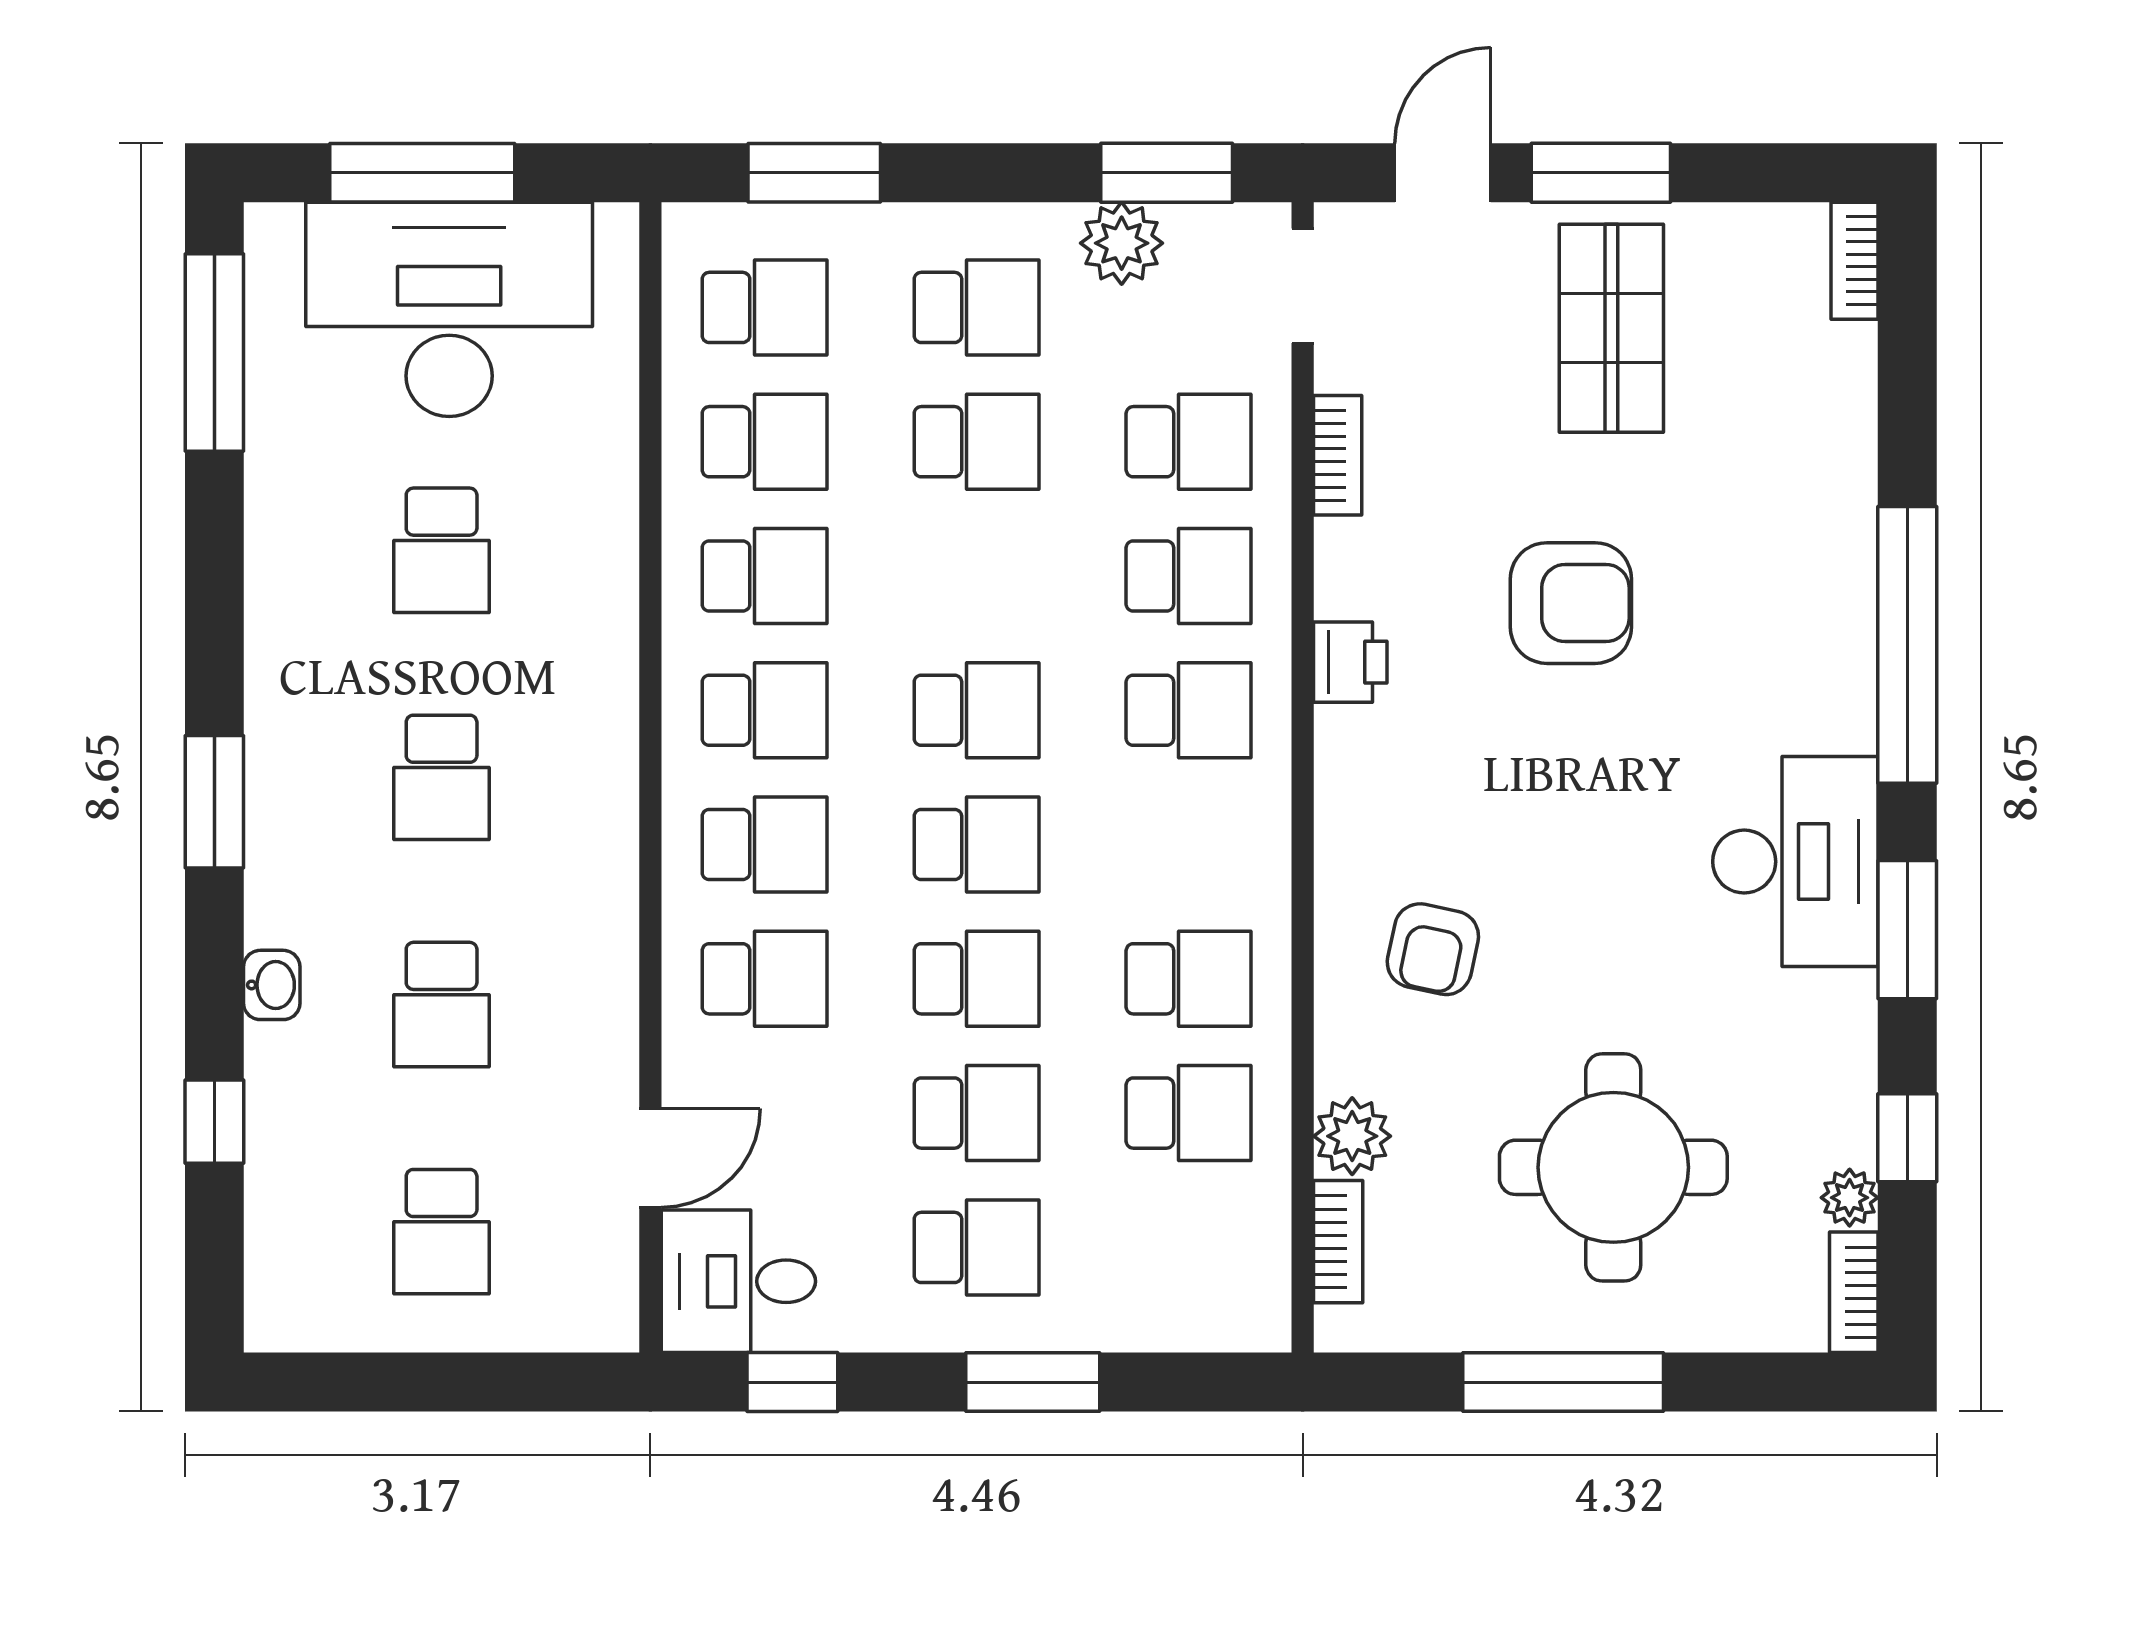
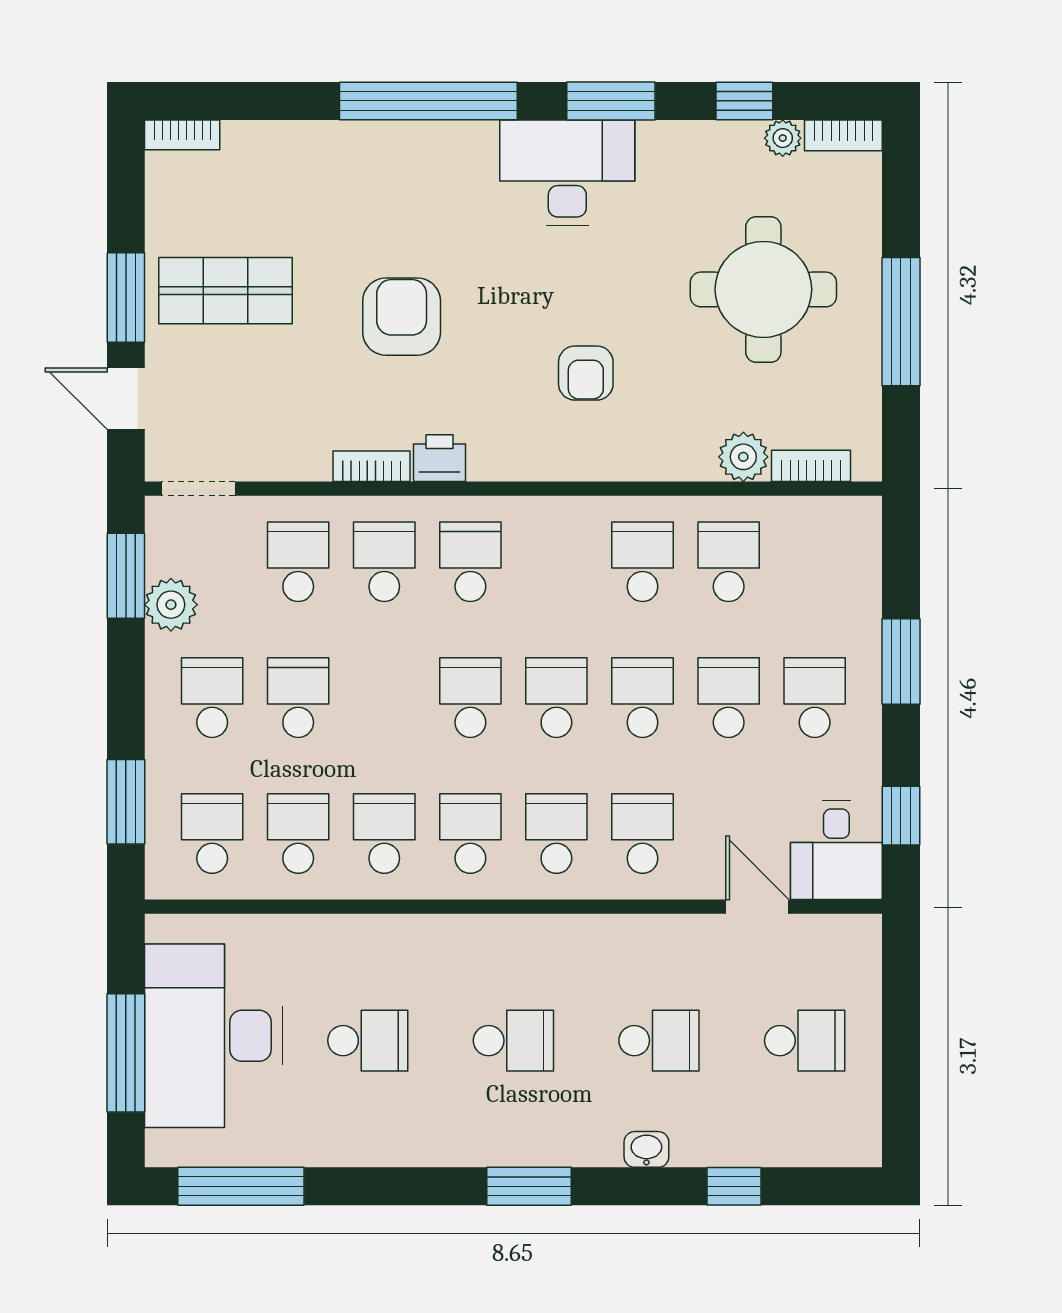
bookcase: (1338, 455) -> (371, 466), moved
armchair: (1433, 949) -> (586, 373), moved, turned 78

